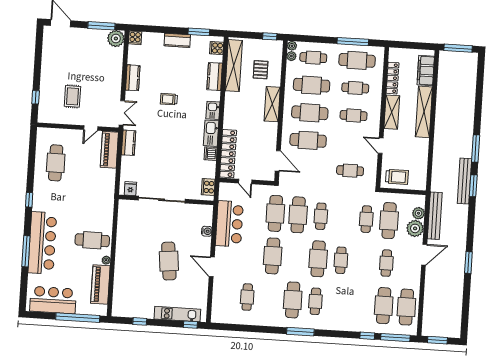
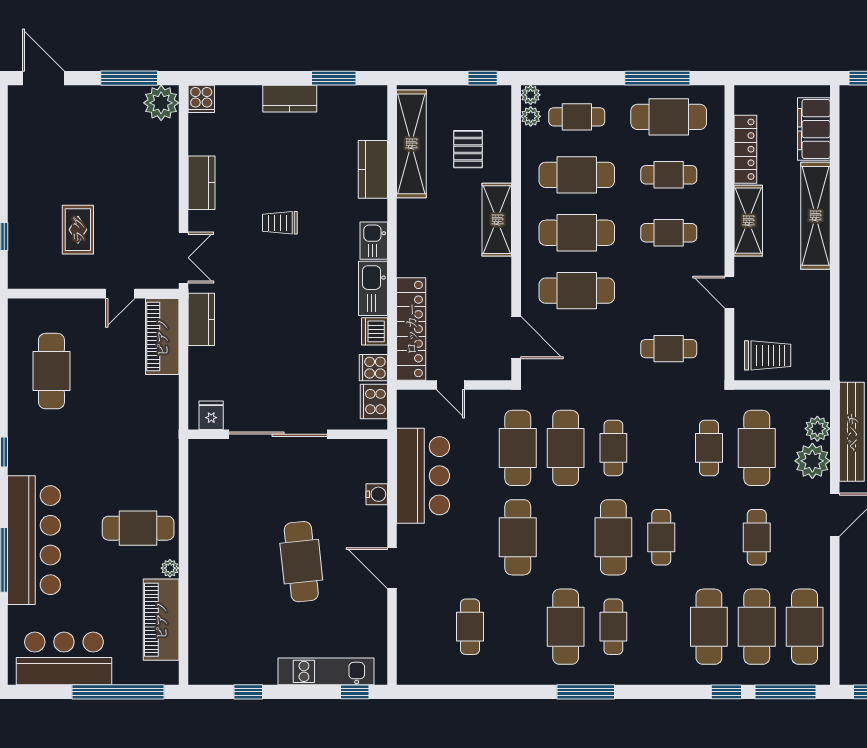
cooker: (217, 48) -> (373, 368), moved
cafe table: (361, 304) -> (709, 627), added

